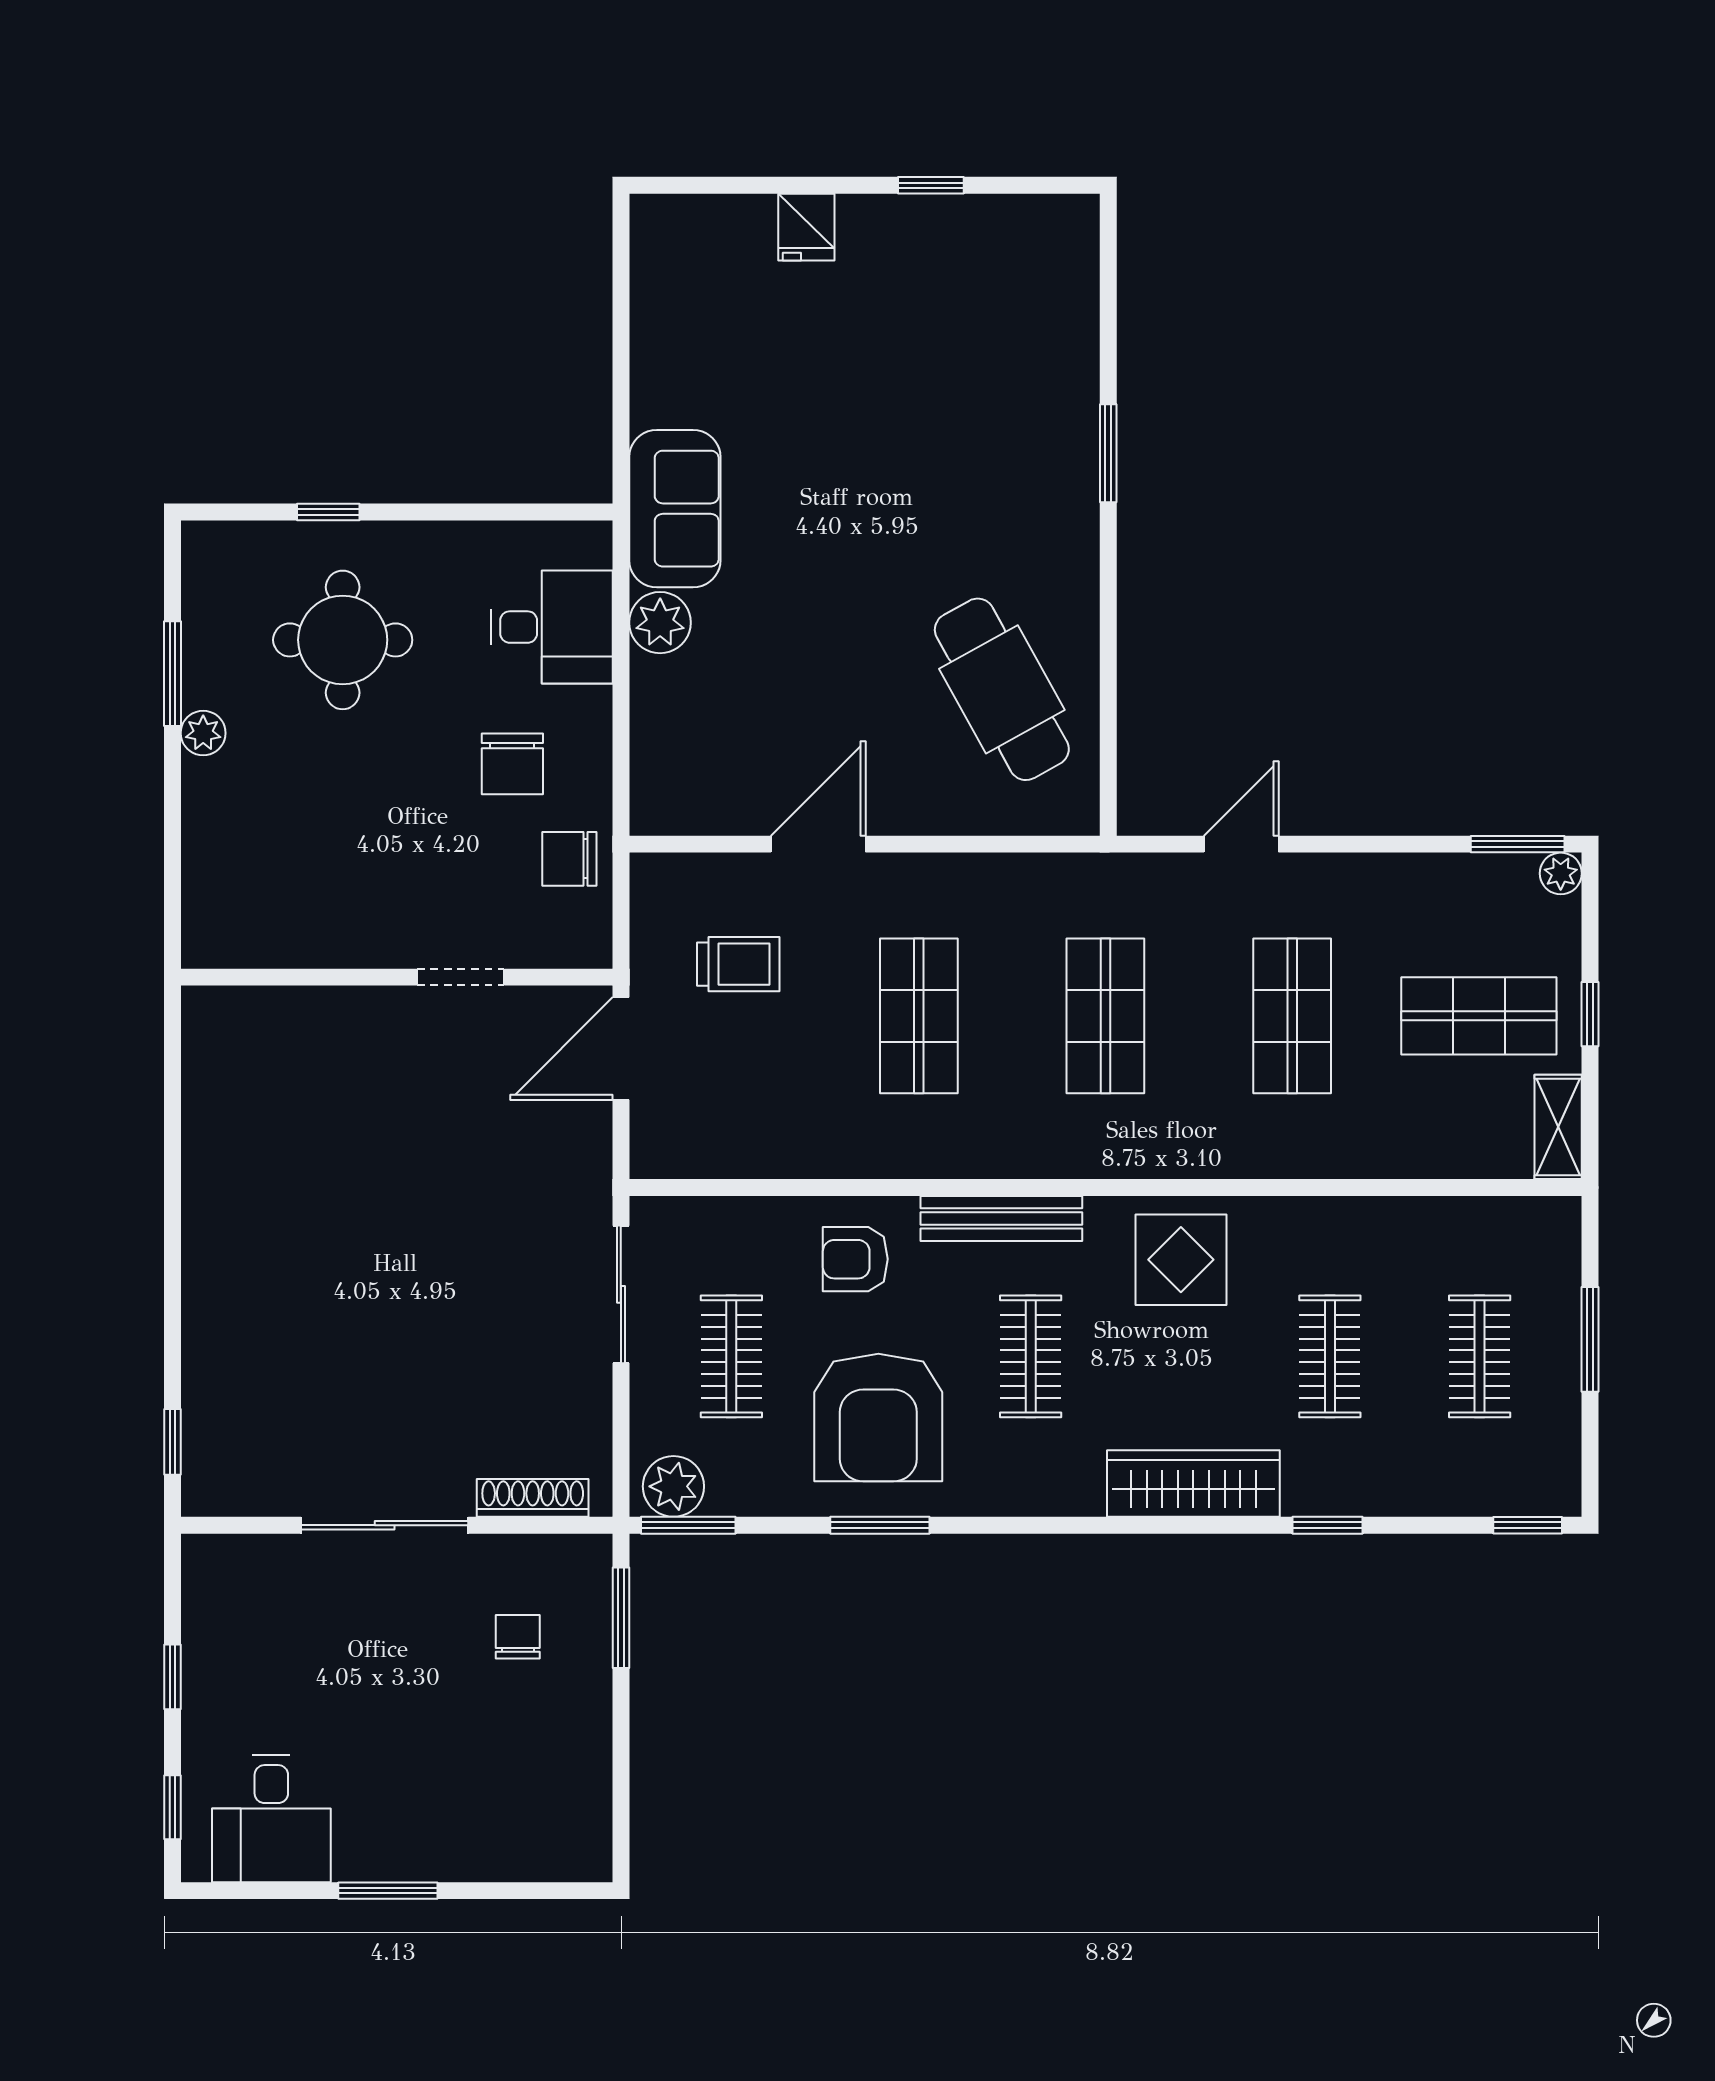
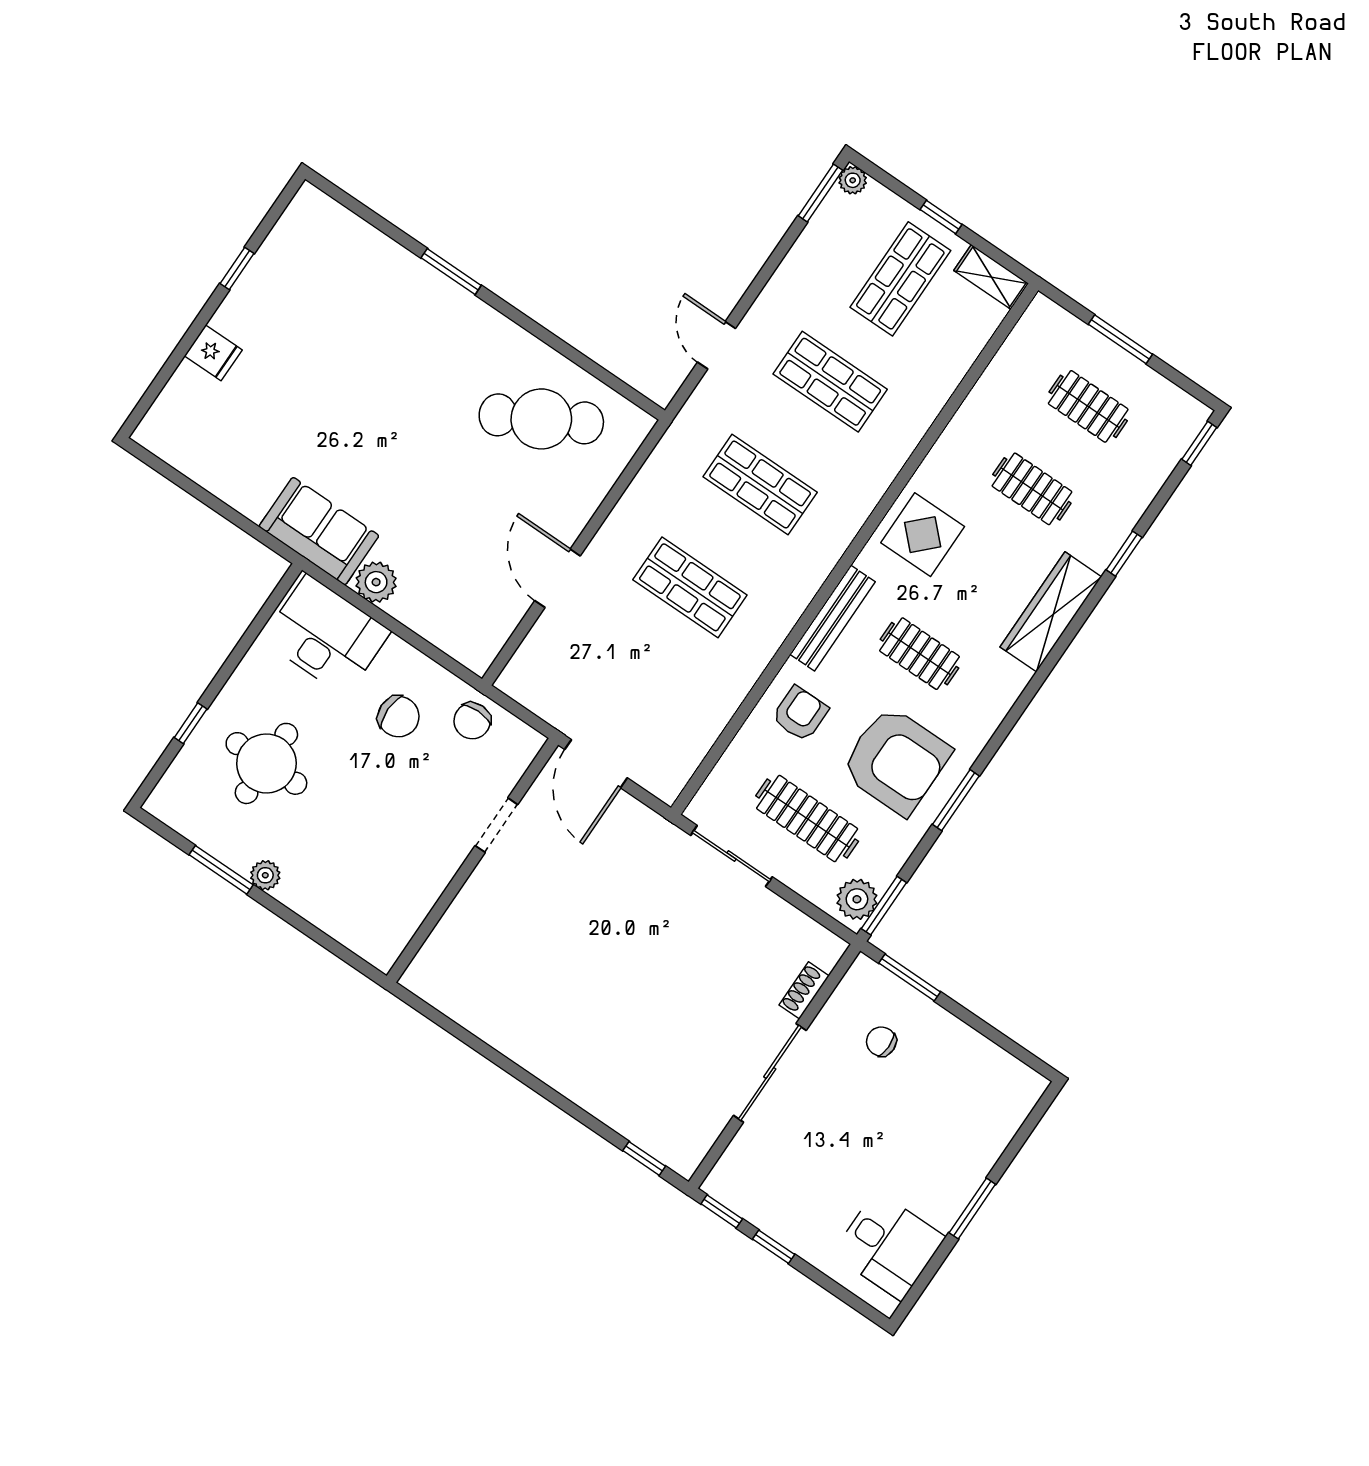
desk: (552, 627) -> (326, 636), width x1.37
trolley: (738, 964) -> (594, 667), removed
armchair: (855, 1259) -> (800, 714), turned 180
clothes rail: (731, 1356) -> (807, 819), width x1.36
shoe rack: (533, 1498) -> (804, 990), width x0.70
window: (172, 1807) -> (722, 1211), moved

